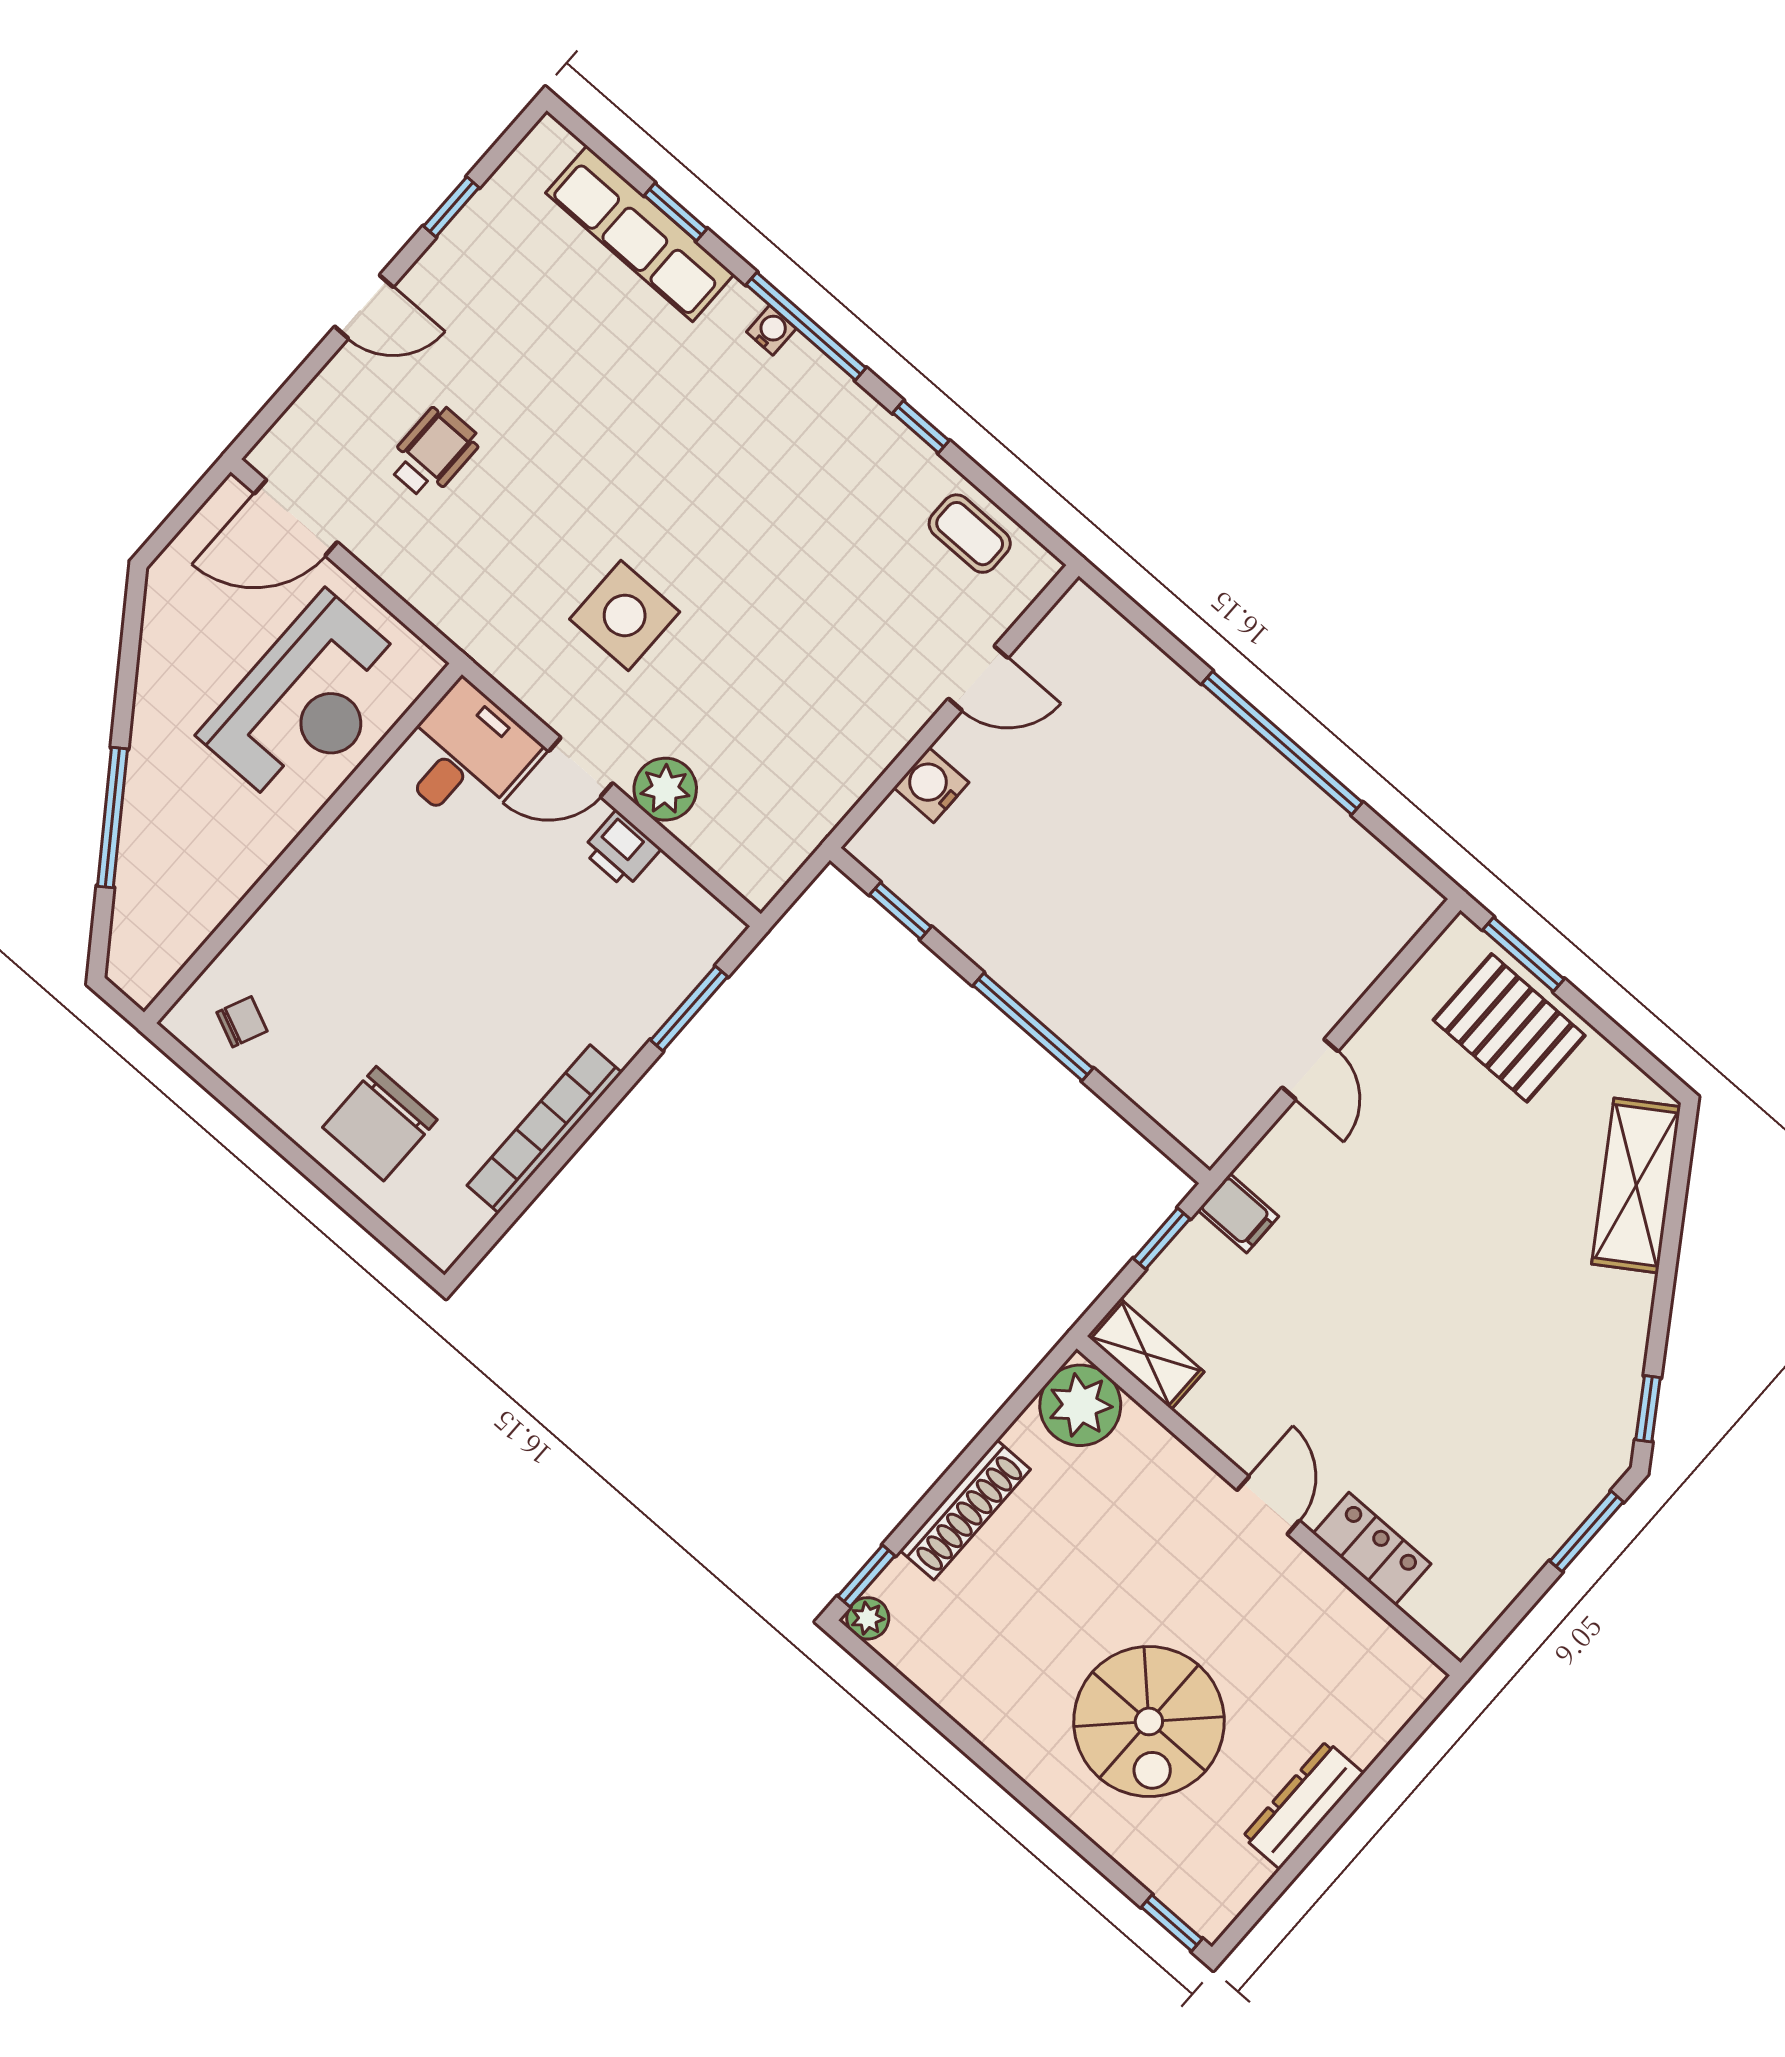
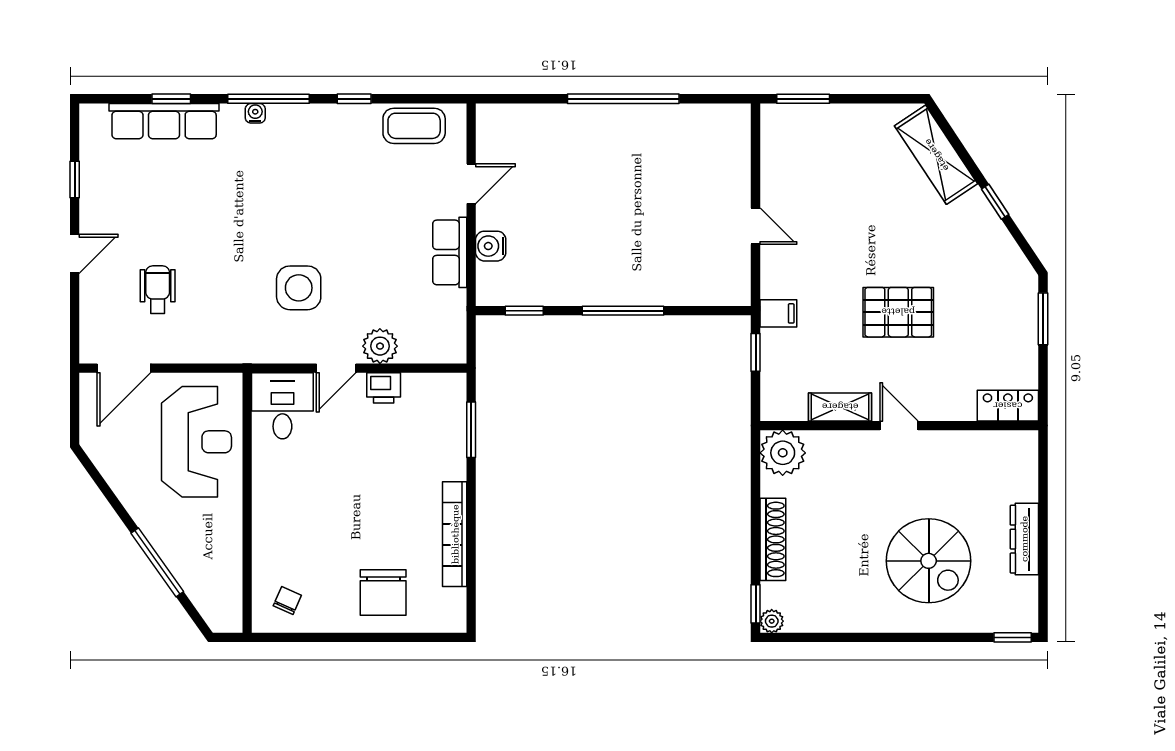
coffee table: (970, 534) -> (414, 126), width x1.36, depth x1.30
row of seats: (869, 745) -> (450, 252), added
pallet: (1509, 1028) -> (898, 312), moved
shelving: (1146, 1354) -> (840, 407), moved
window: (1648, 1409) -> (995, 202), moved
locker: (1372, 1549) -> (1008, 406), moved

